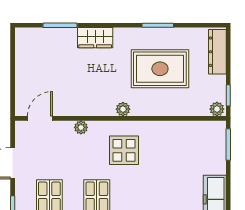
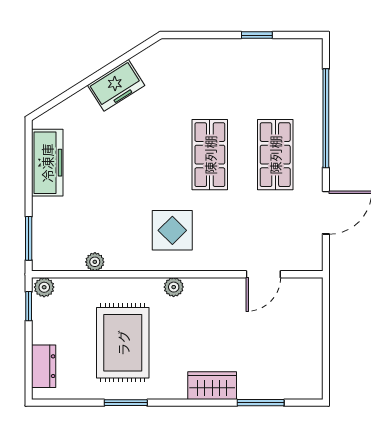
dresser: (217, 52) -> (44, 366), width x0.70
rug: (160, 69) -> (123, 343), turned 90
door: (40, 118) -> (263, 274), moved
plant: (81, 127) -> (95, 262), moved

